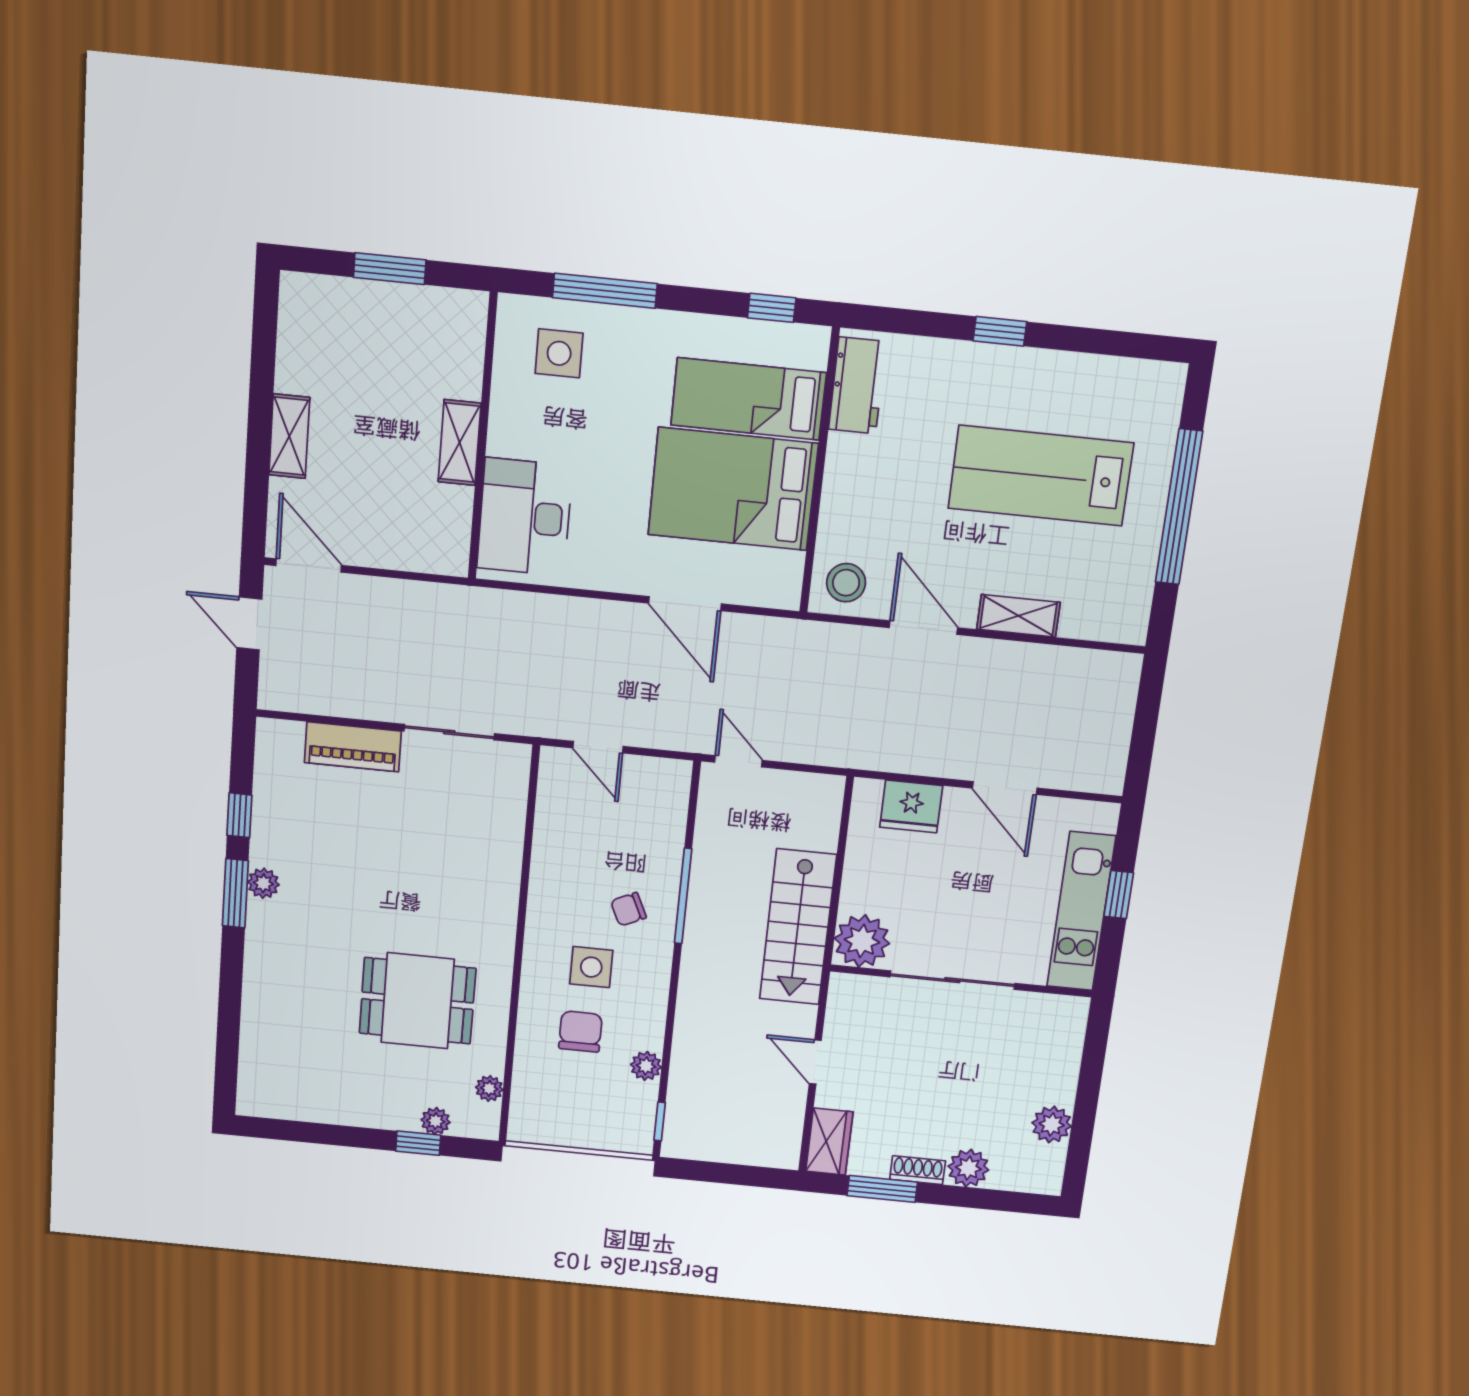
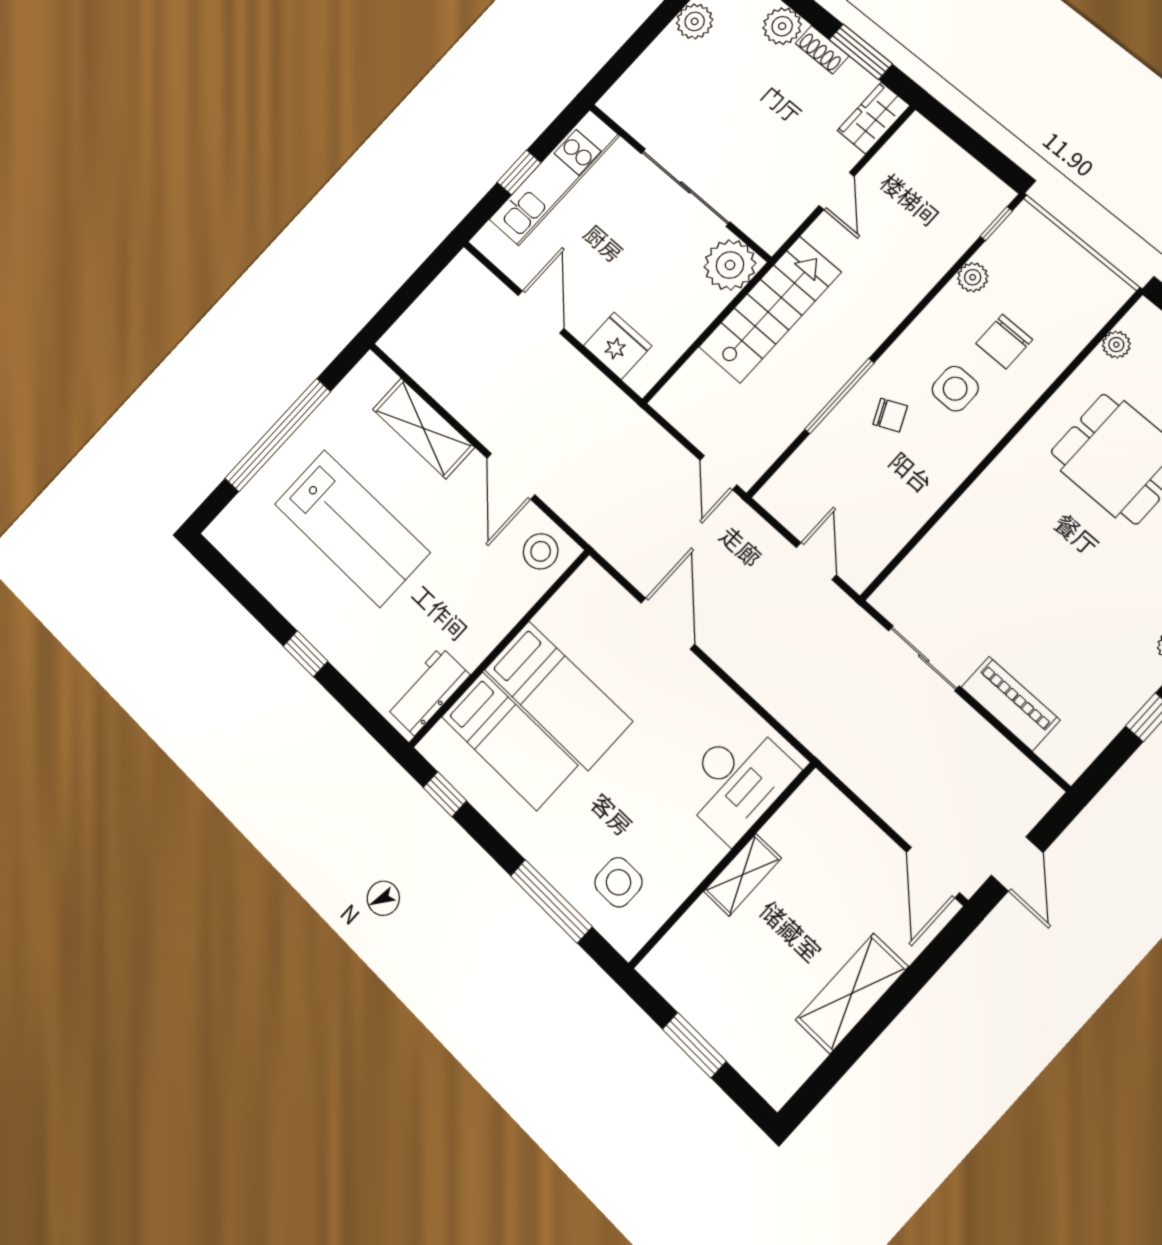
shelving: (289, 436) -> (852, 993), width x1.50, depth x1.33
bed: (733, 489) -> (558, 695), width x0.67
shelving: (1018, 616) -> (423, 428), width x1.50, depth x1.33

